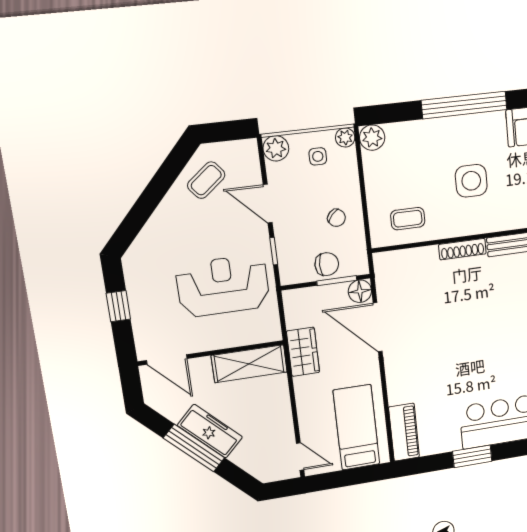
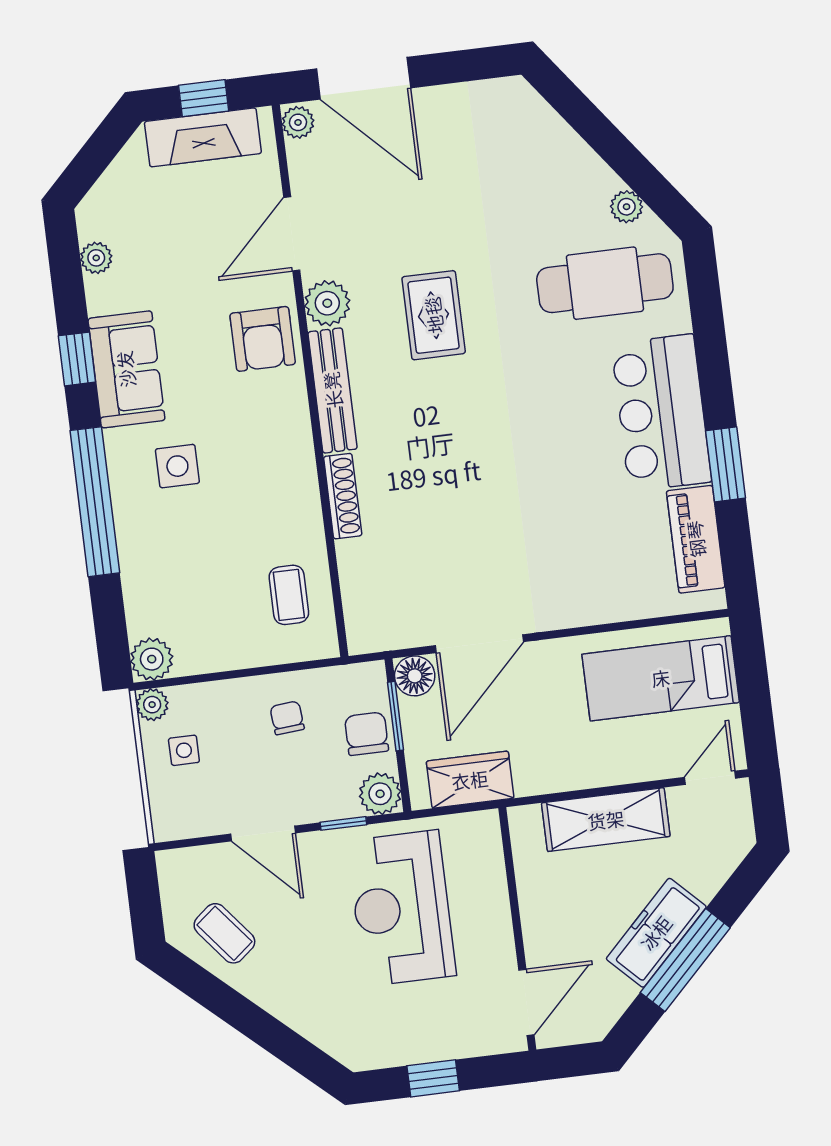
plant: (276, 148) -> (380, 794), moved
side table: (471, 181) -> (177, 466), moved, width x0.73, depth x0.73
door: (268, 204) -> (263, 833), hinge flipped
chair: (336, 218) -> (287, 718), turned -48
wardrobe: (303, 352) -> (470, 780), moved
shelving: (249, 364) -> (606, 820), moved, turned 90
piano: (404, 432) -> (696, 539), moved, turned -90

